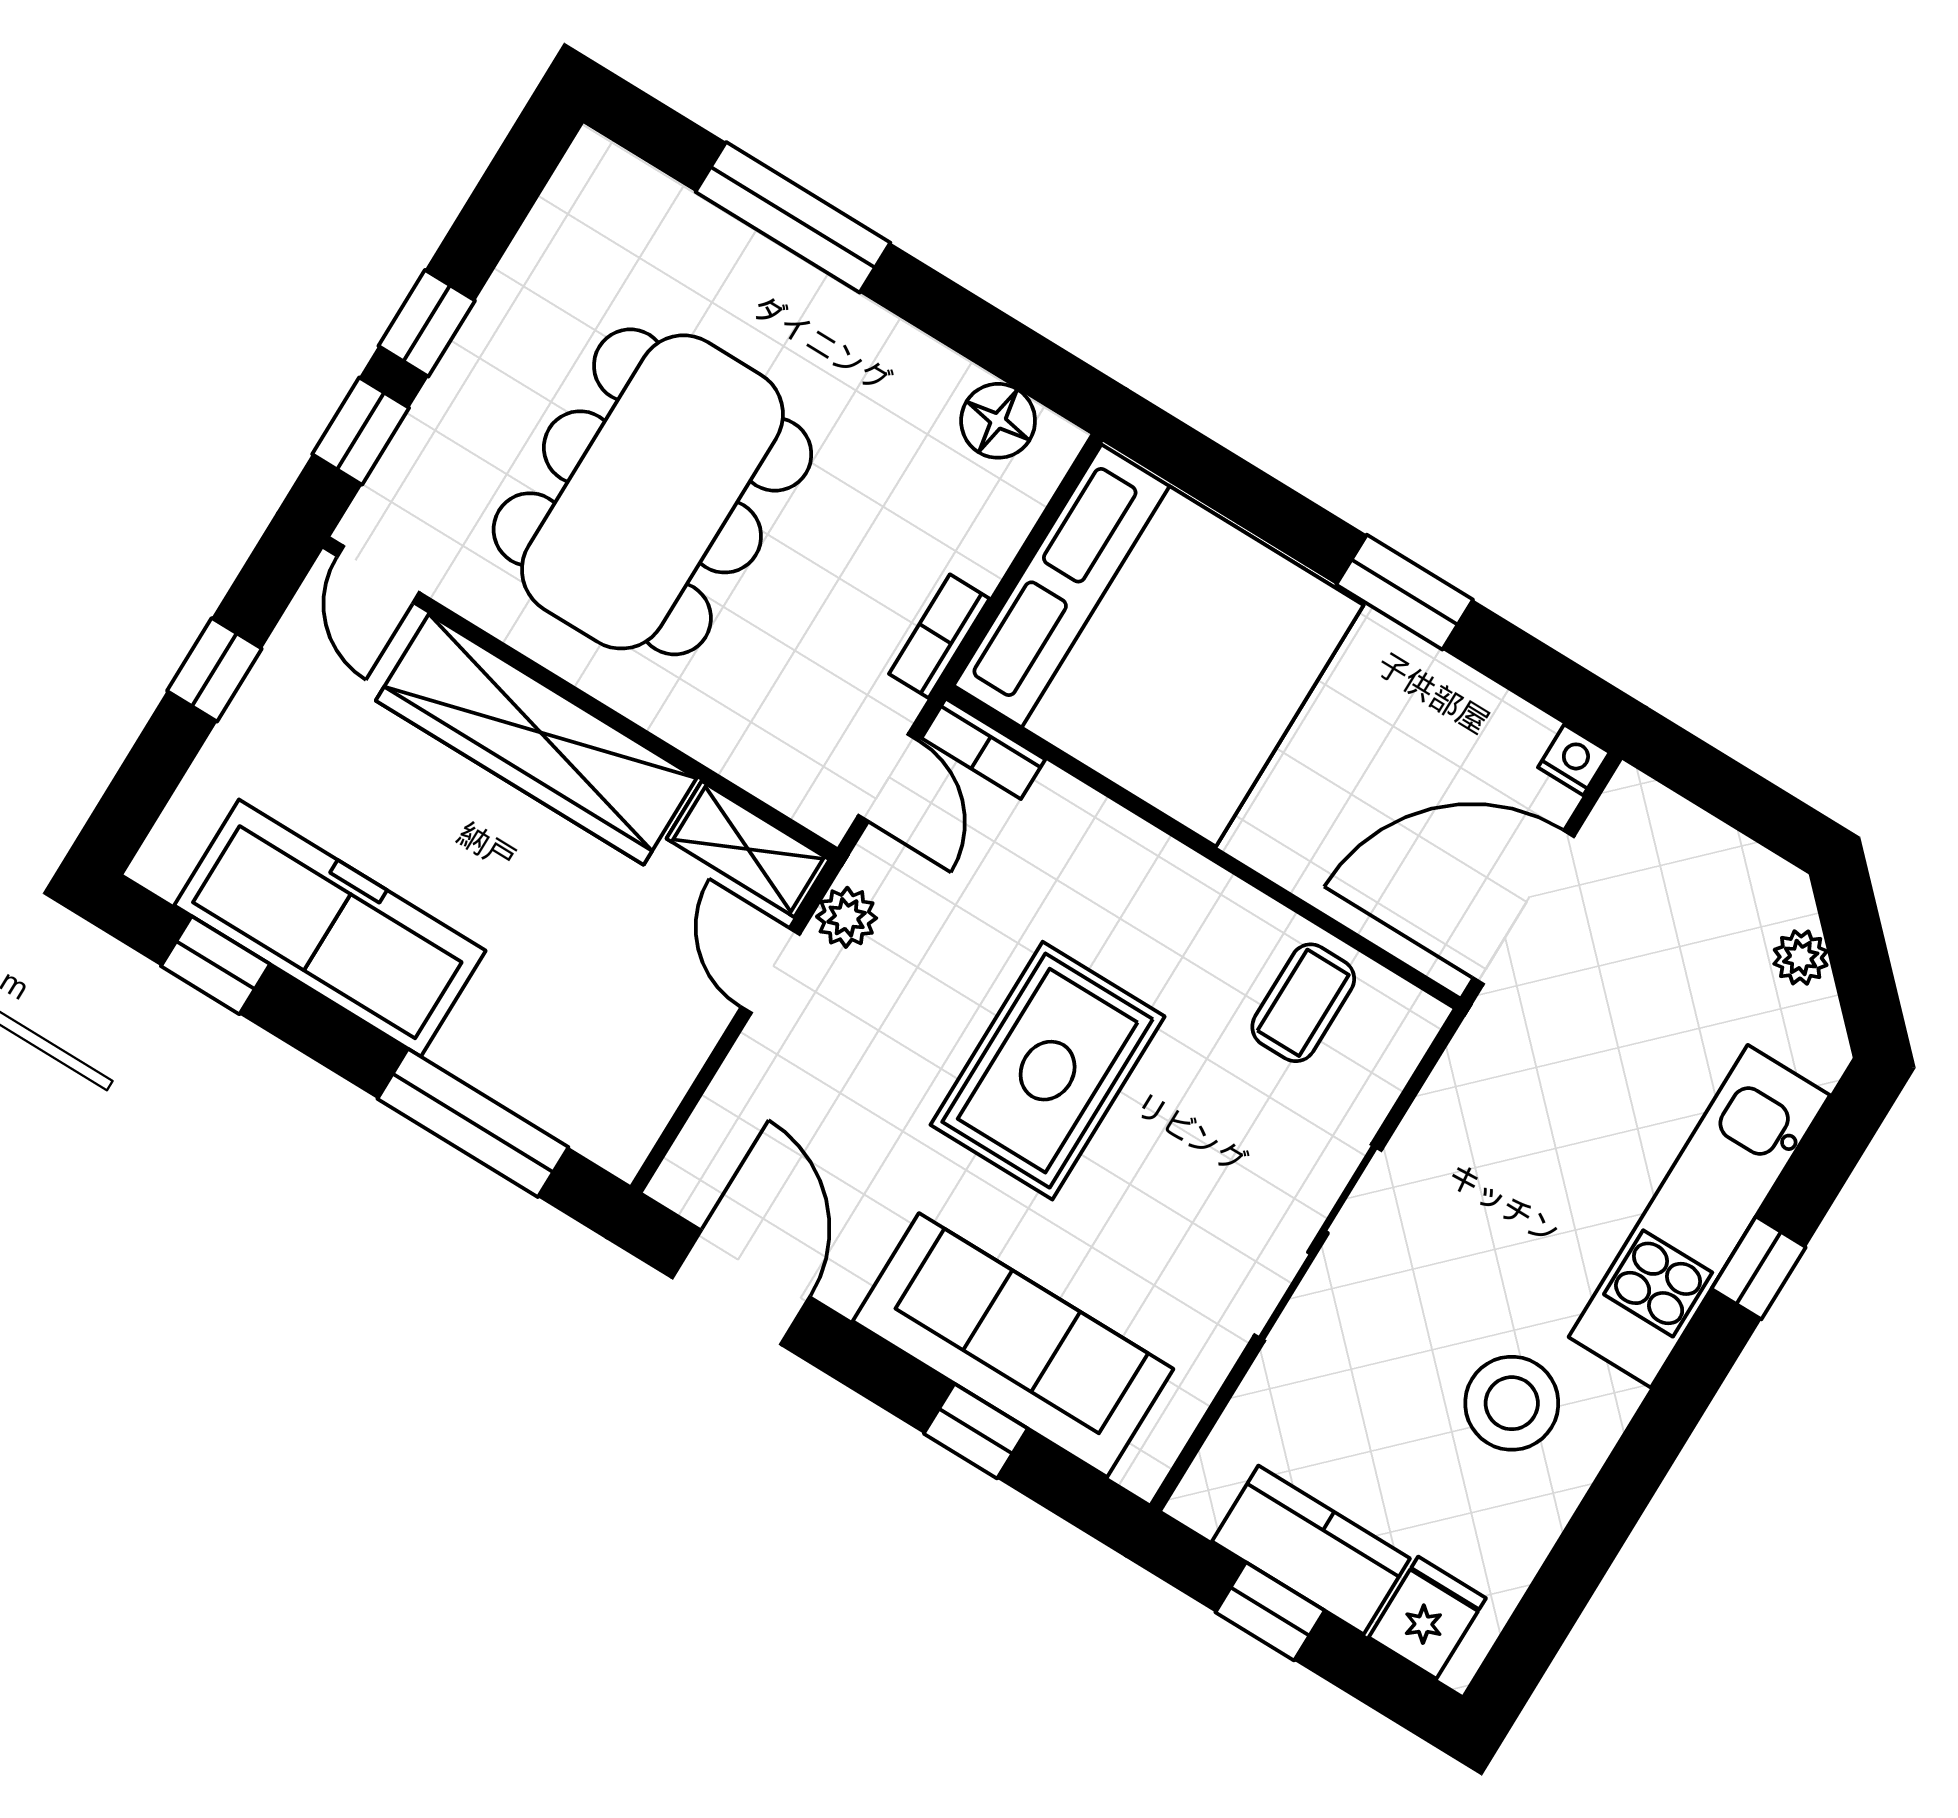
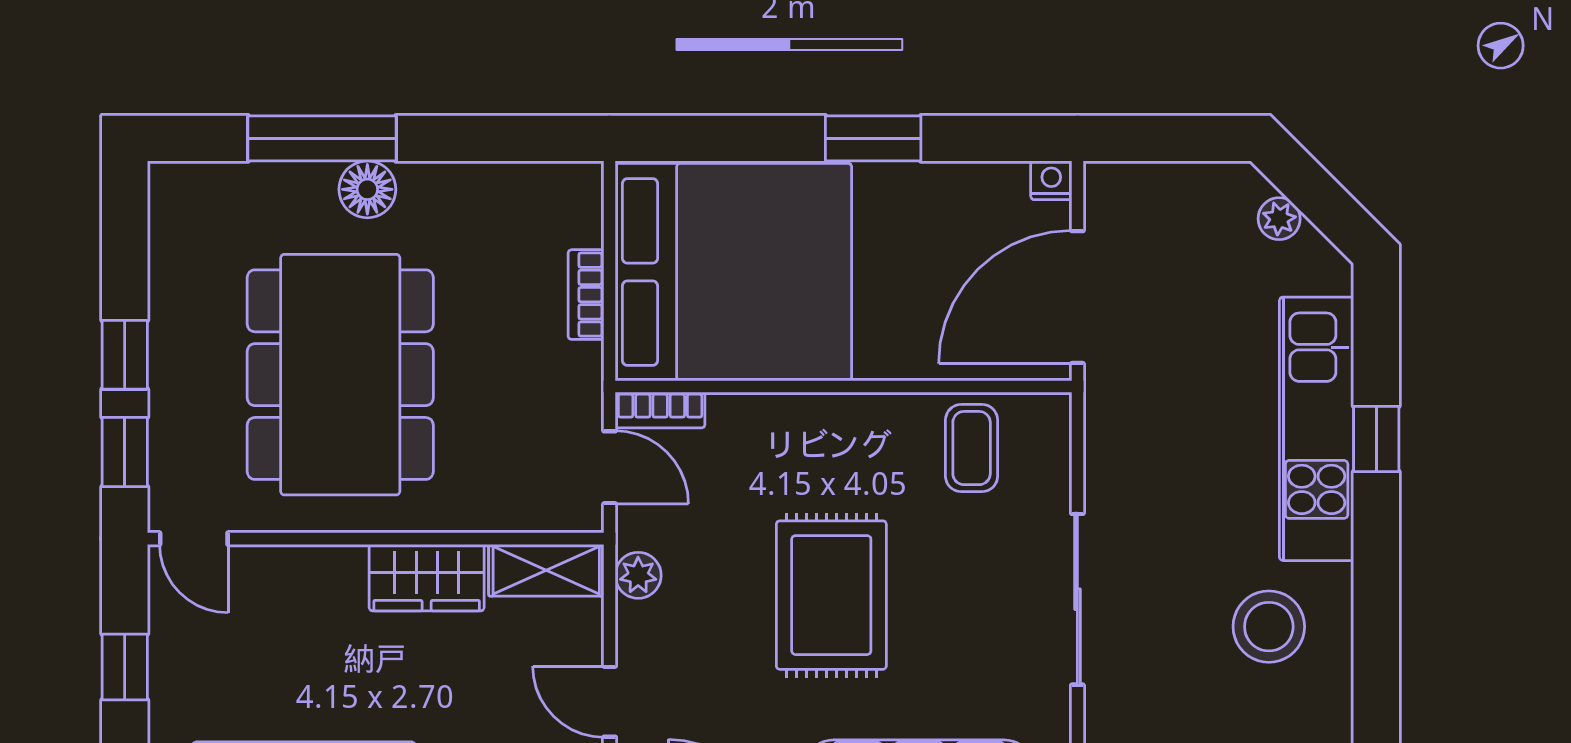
floor lamp: (998, 421) -> (367, 189), moved
bookcase: (939, 636) -> (586, 295), moved
wardrobe: (536, 739) -> (427, 578), width x0.48, depth x0.85
door: (770, 971) -> (610, 702), moved

